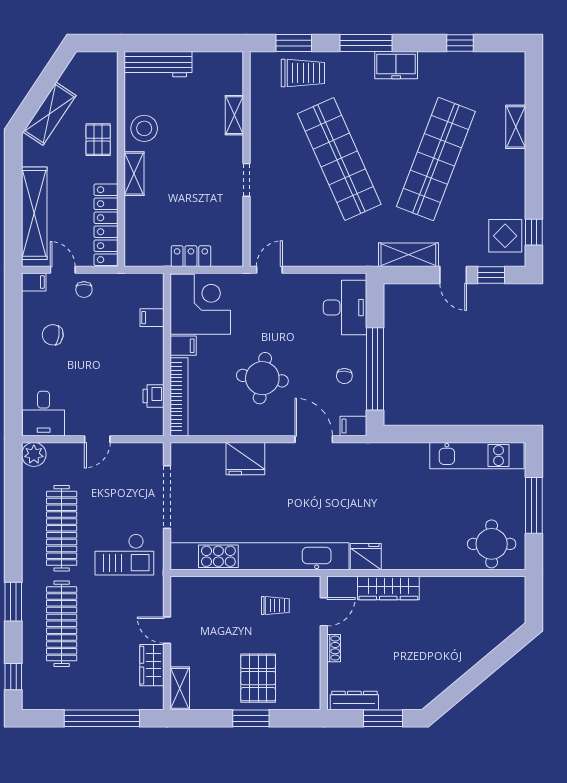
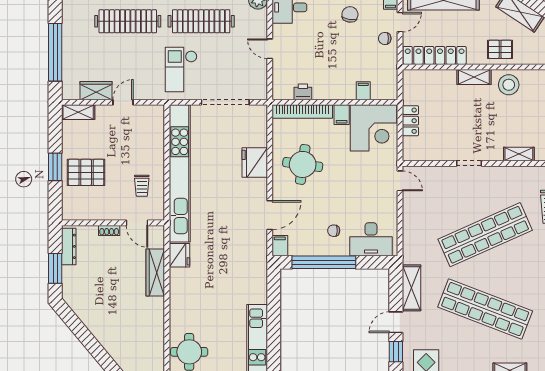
chair: (344, 376) -> (334, 231), moved
round table: (262, 378) -> (303, 164), moved

